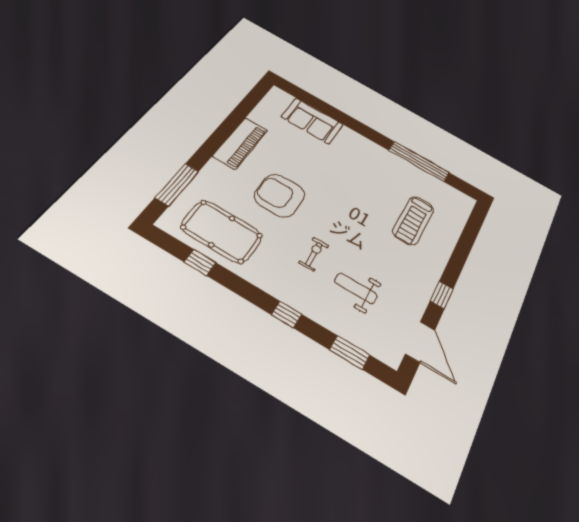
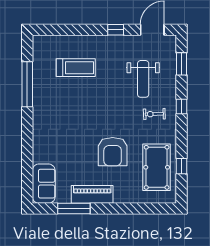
sofa: (312, 121) -> (44, 184), moved
window: (177, 185) -> (74, 208), moved
exercise bike: (314, 254) -> (154, 114), moved
weight bench: (356, 288) -> (143, 79), width x1.36, depth x1.33

